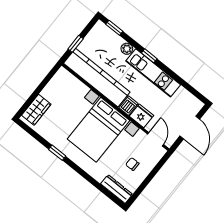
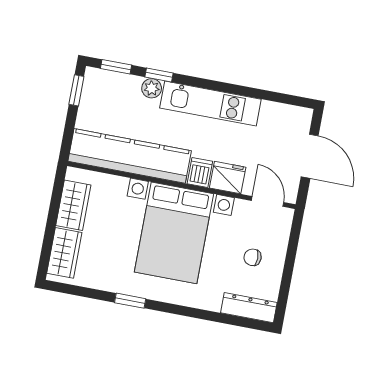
window: (76, 44) -> (76, 90), moved
window: (149, 56) -> (159, 75), moved
wardrobe: (54, 88) -> (73, 205), added

